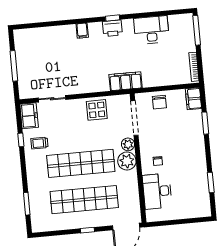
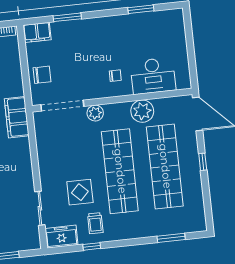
display table: (97, 110) -> (80, 192), moved
plant: (127, 161) -> (142, 111), moved

